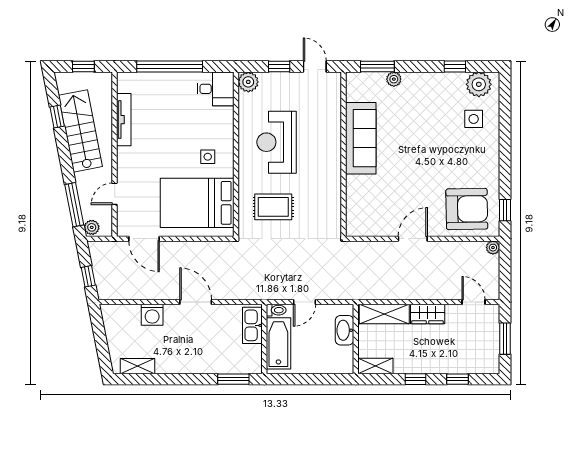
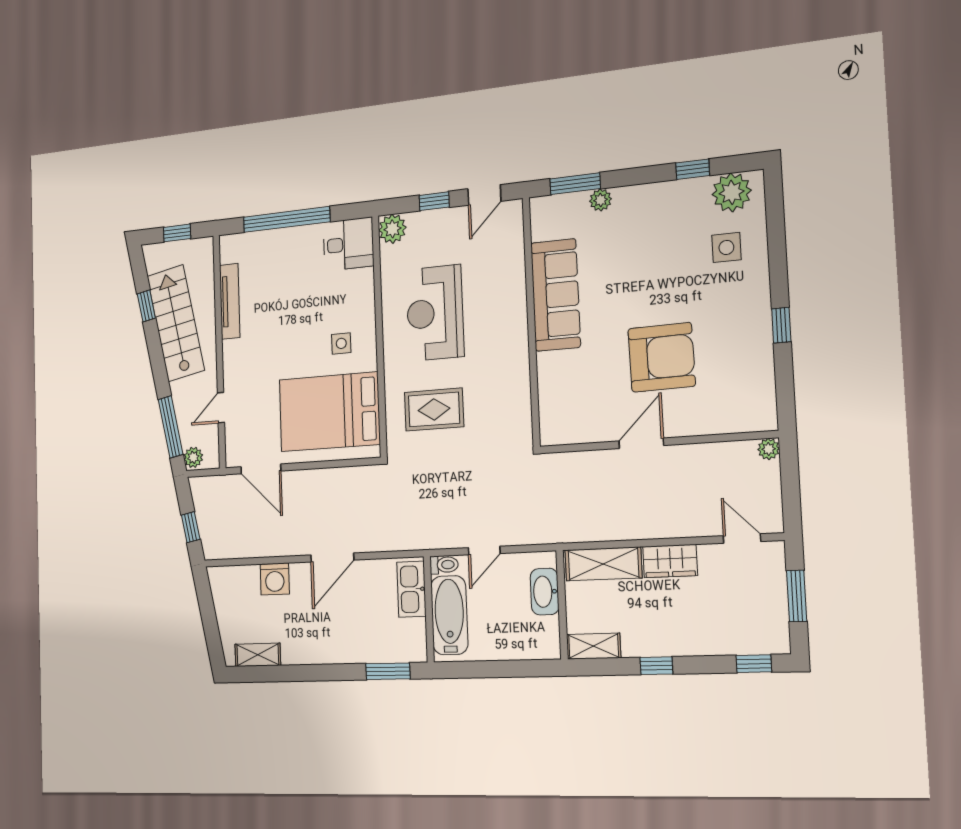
door: (315, 66) -> (484, 195), swing flipped
armchair: (467, 209) -> (662, 357), moved
window: (505, 210) -> (781, 325), moved
door: (196, 302) -> (332, 558), swing flipped
window: (457, 379) -> (754, 664), moved

